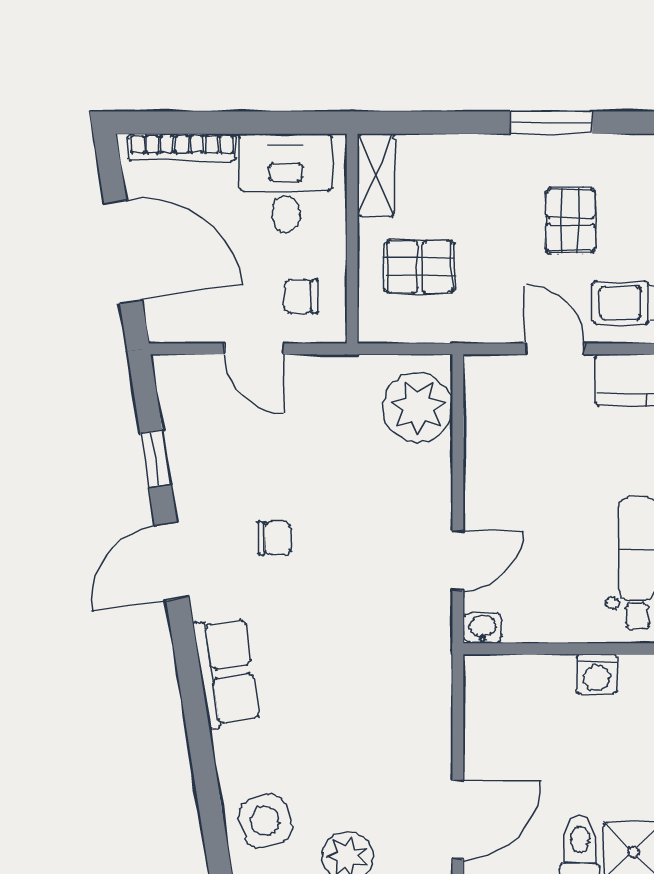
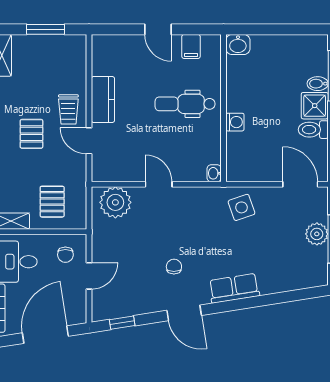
pallet: (570, 221) -> (31, 134), turned 90
door: (555, 349) -> (89, 141), hinge flipped
window: (155, 459) -> (122, 323), moved
door: (458, 560) -> (159, 184), moved
side table: (265, 821) -> (242, 207), moved

